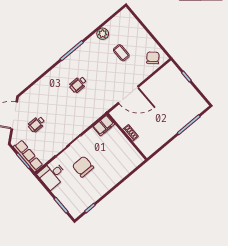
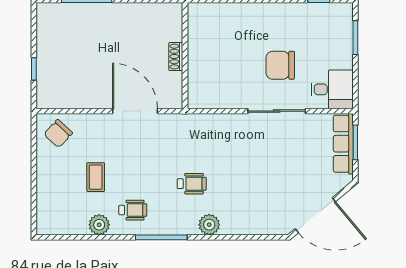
plant: (56, 73) -> (209, 225), added
wheelchair: (36, 124) -> (133, 210), moved
filing cabinet: (104, 125) -> (204, 98), removed
chair: (83, 167) -> (280, 65), turned 90

